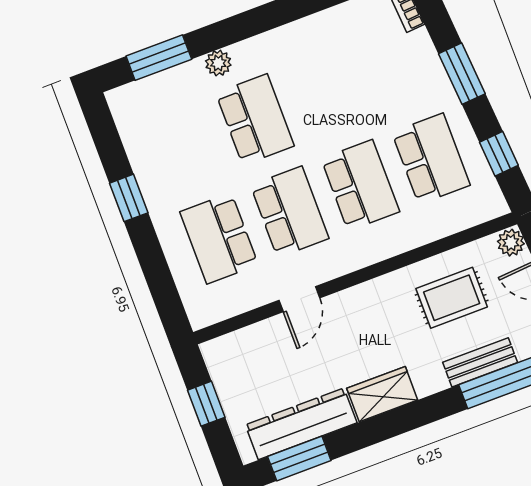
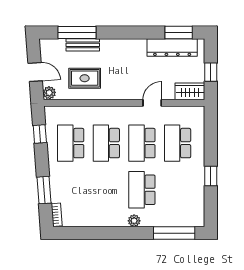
window: (159, 58) -> (174, 233), width x1.44
plant: (218, 63) -> (134, 221), moved
window: (462, 74) -> (44, 190), moved
school desk: (219, 238) -> (178, 143), turned 180
wardrobe: (382, 394) -> (190, 91), moved, turned 180

